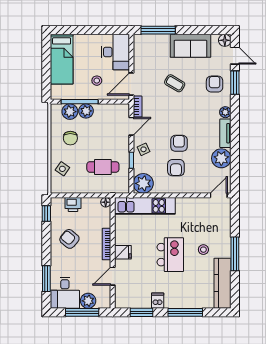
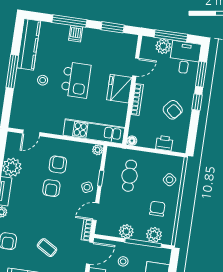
plant: (86, 111) -> (126, 231), moved
cafe table: (103, 167) -> (130, 176), turned 90
plant: (143, 183) -> (97, 150), width x0.53, depth x0.53
door: (219, 195) -> (31, 133), moved
window: (46, 214) -> (197, 102), moved
fridge: (123, 252) -> (119, 89), width x1.88, depth x1.34
kitchen island: (170, 255) -> (76, 80), turned 180
dishwasher: (158, 301) -> (76, 34), moved

